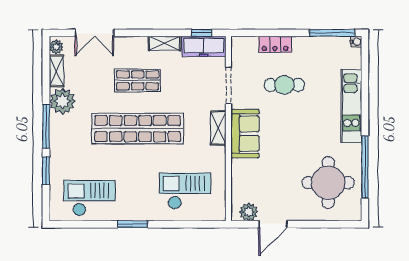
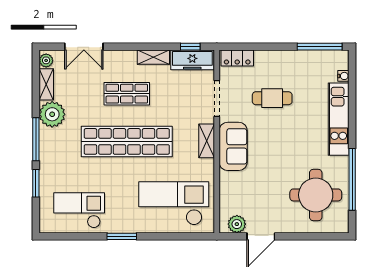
water cooler: (356, 42) -> (343, 76), moved
locker: (275, 44) -> (237, 58), moved
checkout: (185, 191) -> (174, 203), width x1.36, depth x1.21

